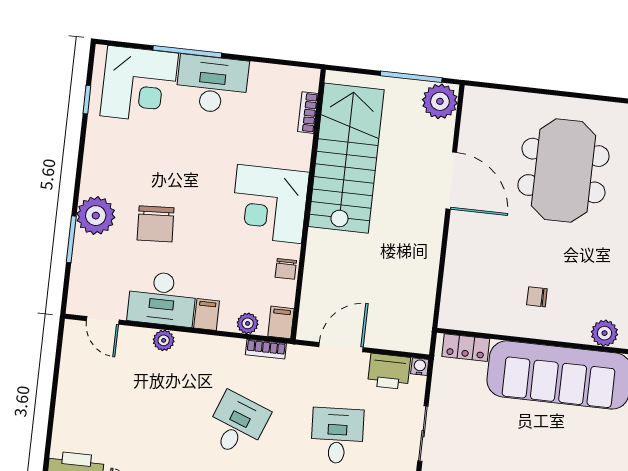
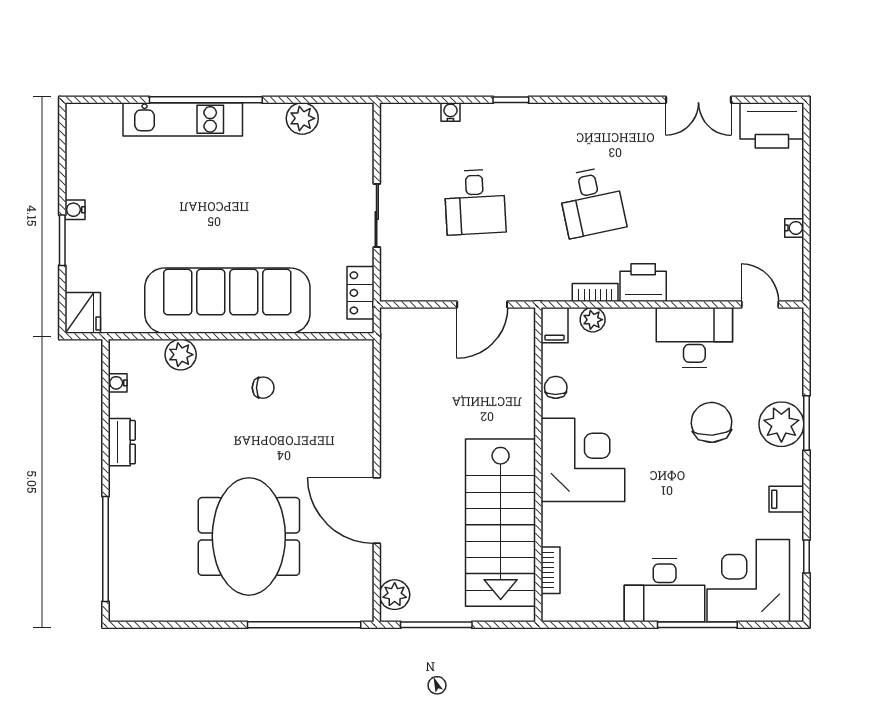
window: (525, 89) -> (304, 625), added
plant: (440, 101) -> (395, 595), width x0.73, depth x0.73
window: (71, 239) -> (807, 423), moved
filing cabinet: (207, 314) -> (786, 499), moved, turned 90
plant: (164, 340) -> (687, 289), removed
locker: (466, 348) -> (360, 293), moved, turned -90
bookcase: (266, 349) -> (595, 292), moved
water cooler: (420, 367) -> (794, 228), moved, turned -90
printer: (389, 372) -> (643, 283), moved
desk: (237, 424) -> (592, 202), turned -33

